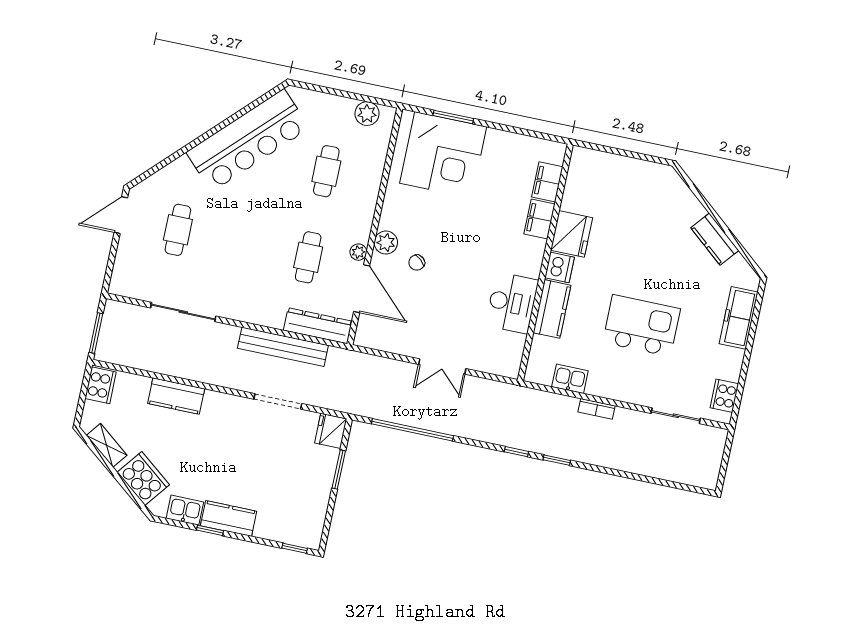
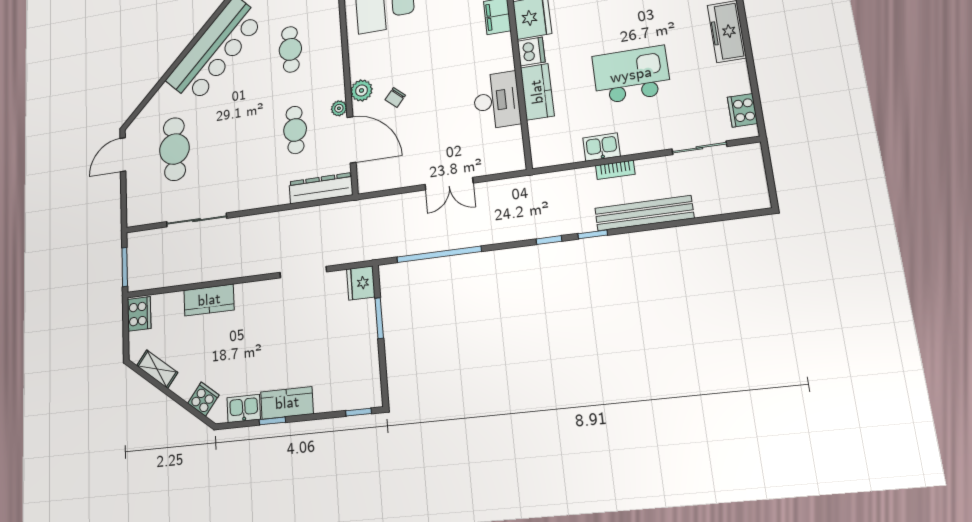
cafe table: (178, 230) -> (174, 149), width x1.37, depth x1.35
bench: (283, 347) -> (644, 213), moved
kitchen sink: (570, 379) -> (602, 147), moved
cooker: (143, 479) -> (203, 399), width x0.53, depth x0.76

